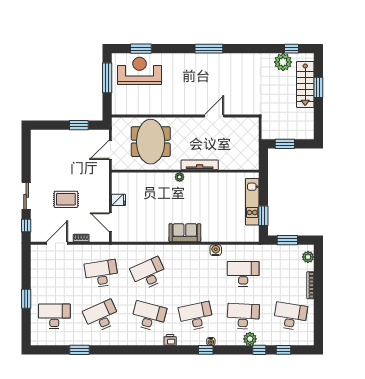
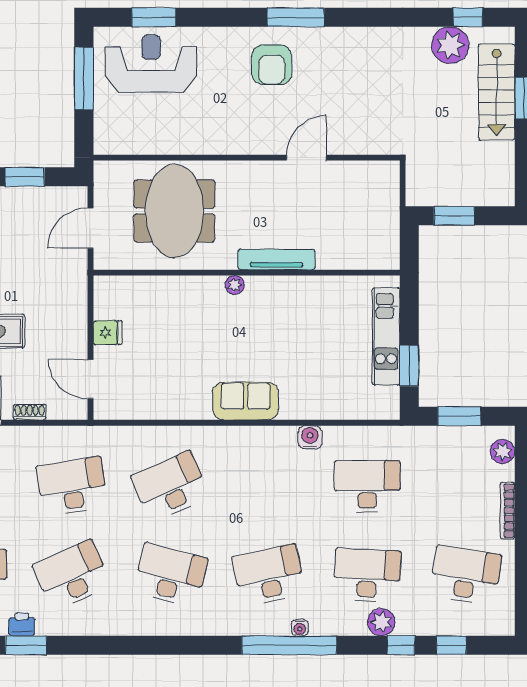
armchair: (197, 71) -> (272, 65), added
printer: (170, 340) -> (22, 624), moved
window: (206, 350) -> (289, 645), width x3.17

